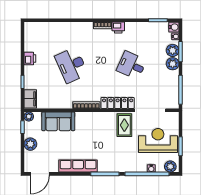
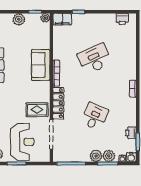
printer: (118, 27) -> (131, 133), moved
printer: (30, 59) -> (122, 19), moved
sofa: (58, 121) -> (41, 65), moved

